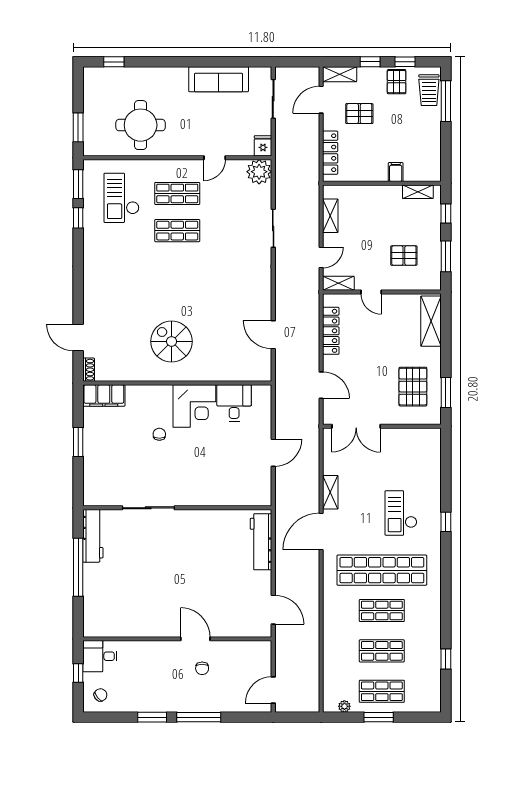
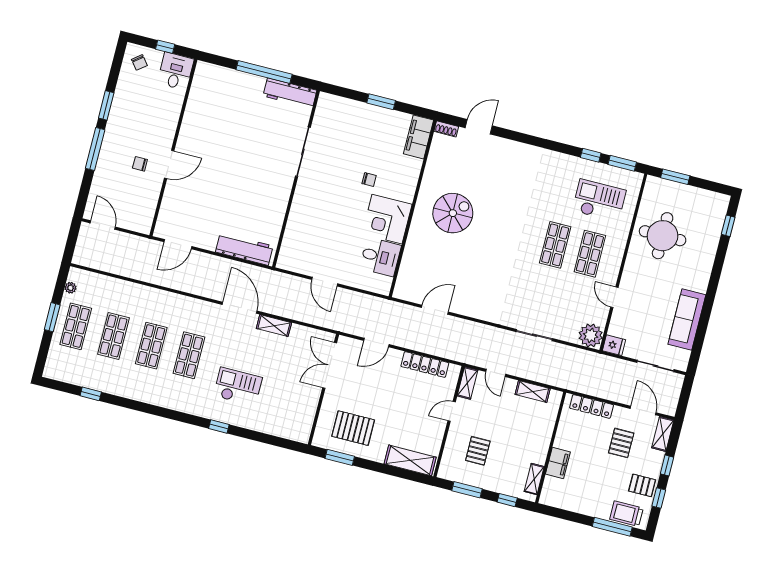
filing cabinet: (396, 172) -> (558, 463), width x2.00
shop shelf: (382, 570) -> (189, 355), width x0.50, depth x0.74

